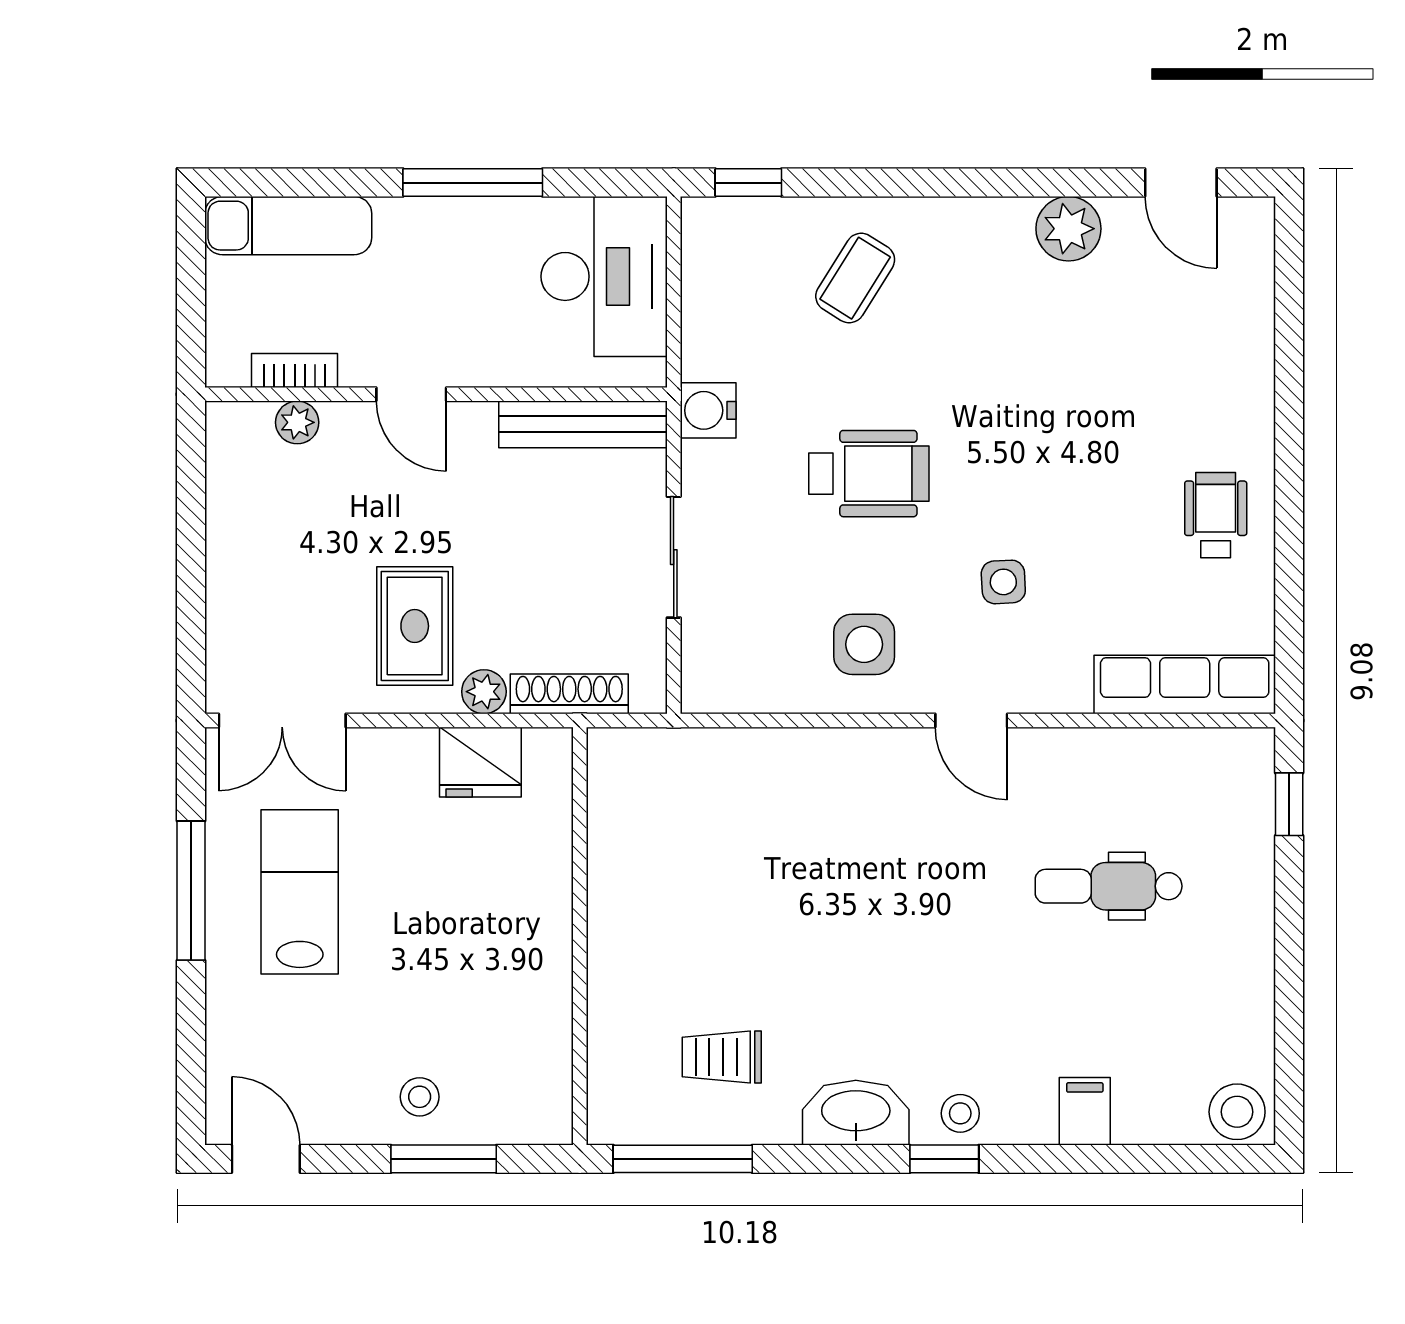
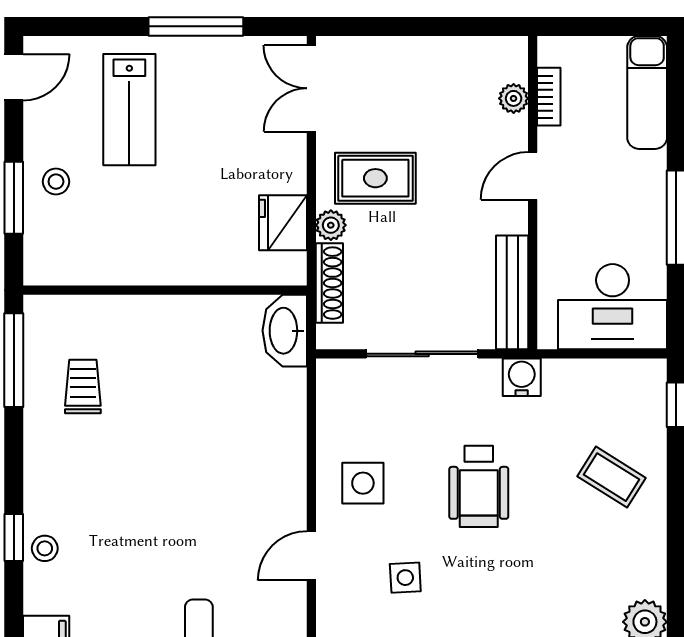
sliding door: (674, 557) -> (422, 354), width x1.37
lab bench: (300, 892) -> (129, 110), moved, turned 90
washbasin: (856, 1113) -> (285, 331), moved, turned 180

